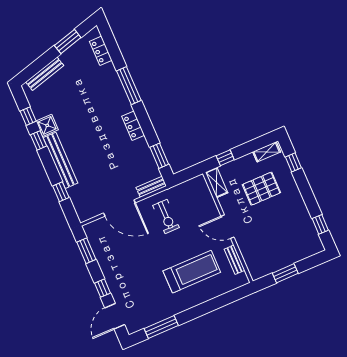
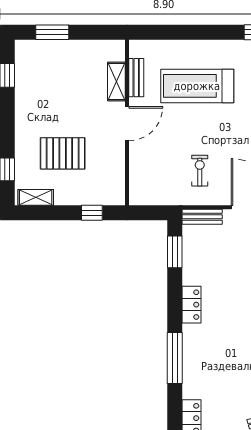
shelving: (217, 183) -> (116, 82), moved
exercise bike: (166, 216) -> (200, 171), width x0.73, depth x0.72
door: (227, 227) -> (127, 124), hinge flipped
window: (285, 273) -> (52, 32), moved

